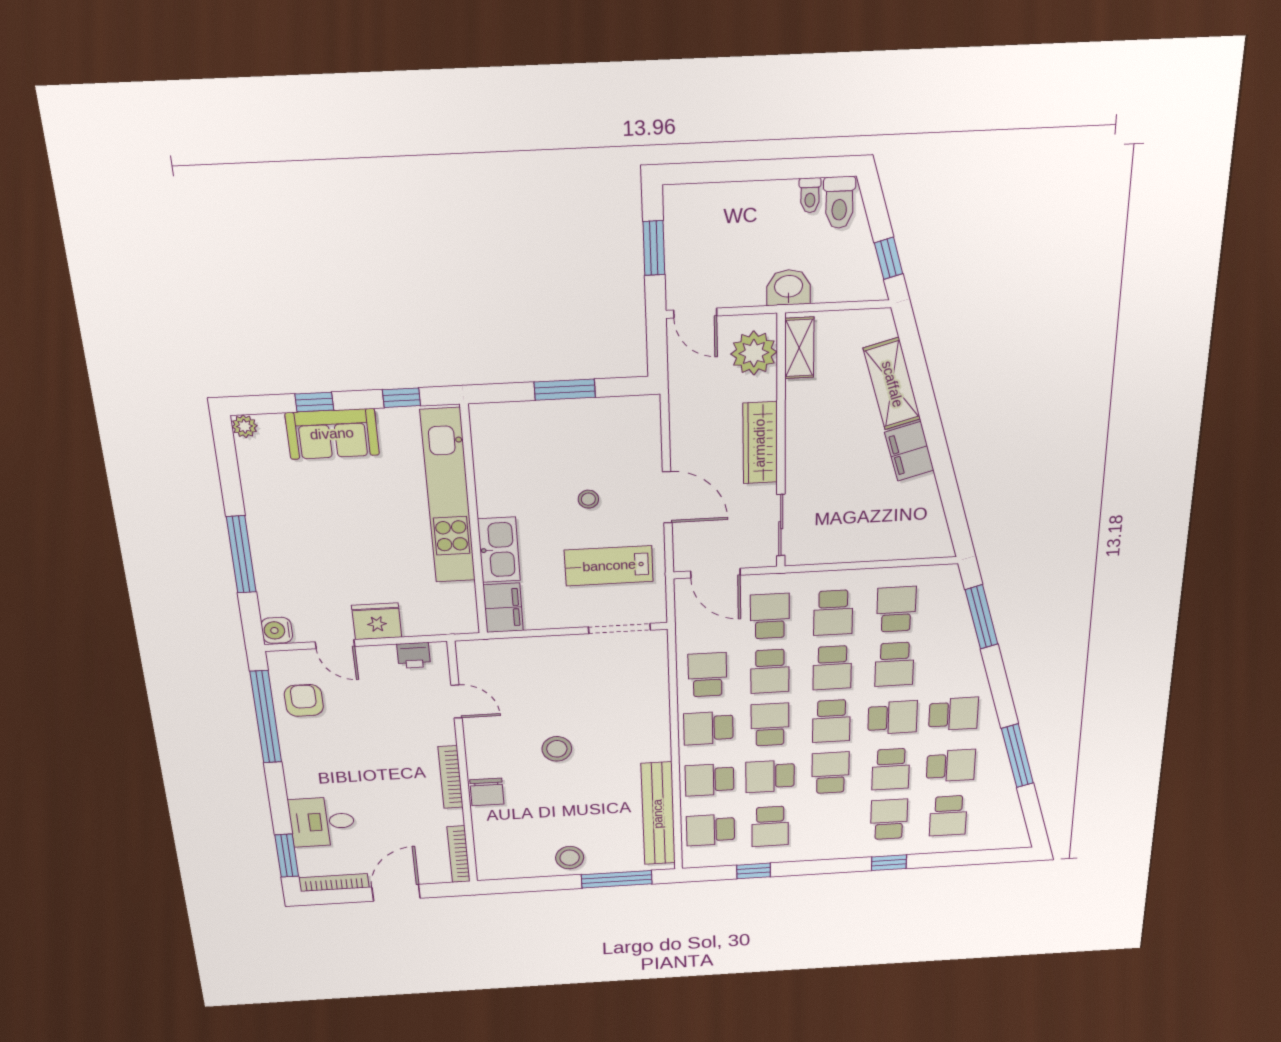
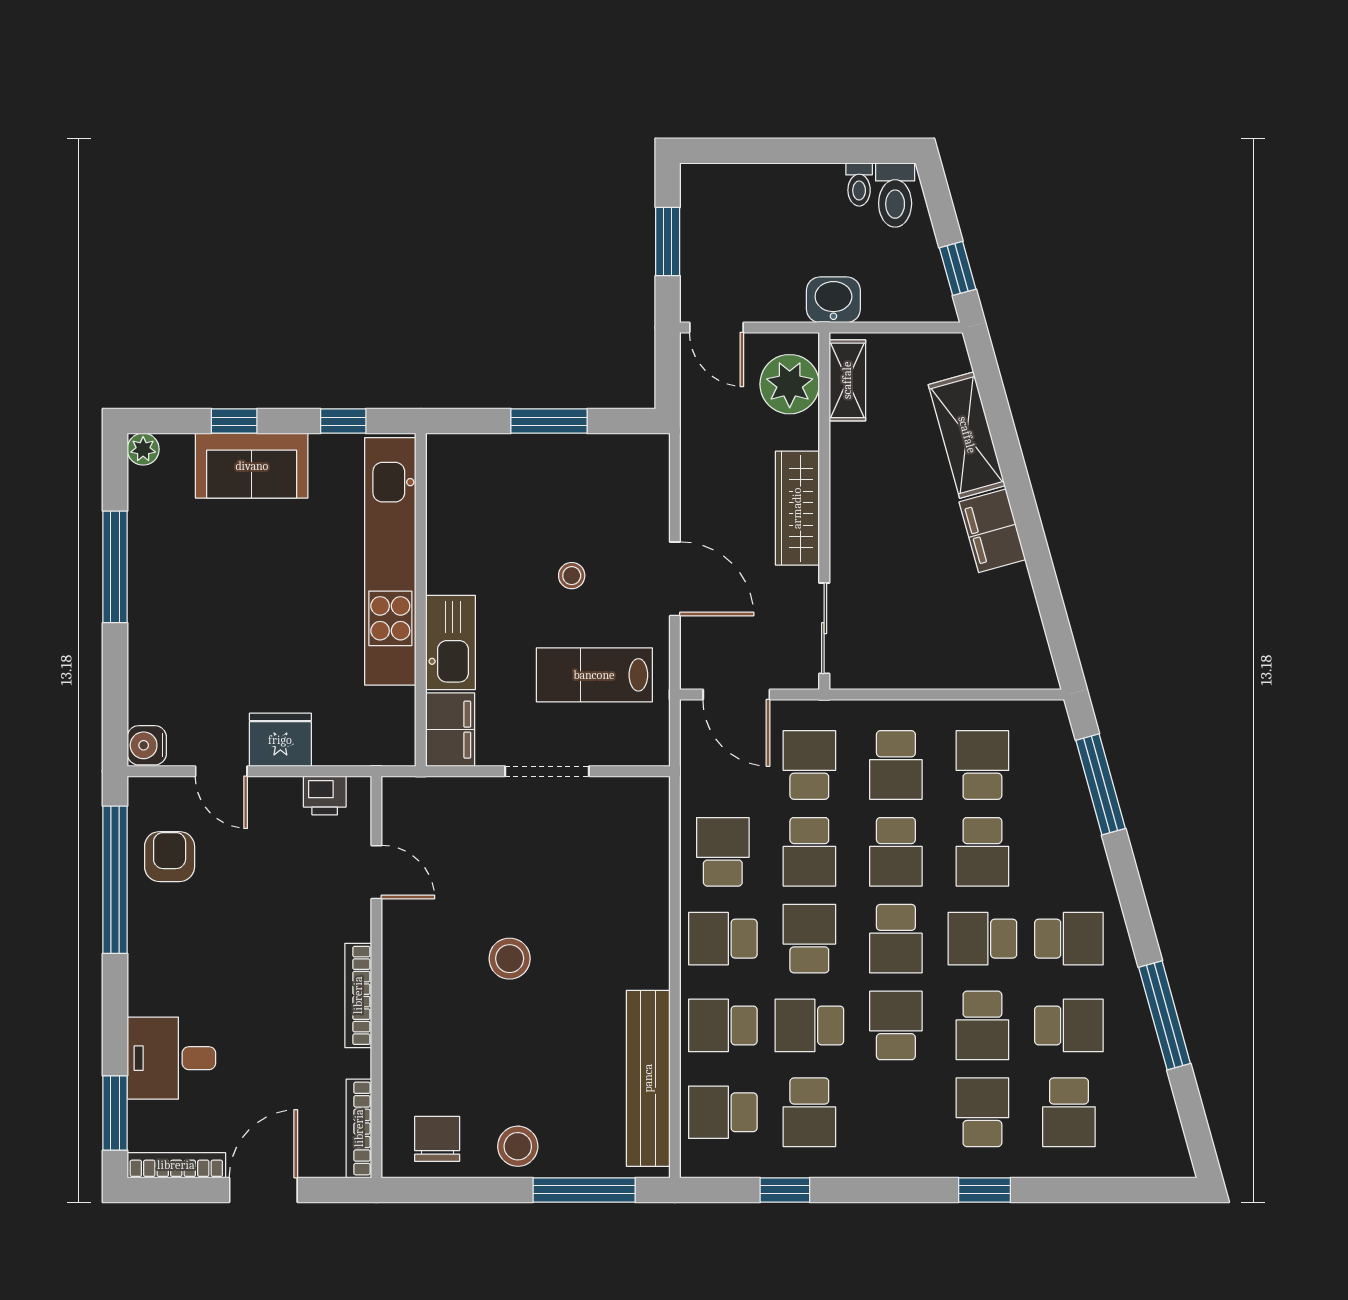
window: (241, 554) -> (115, 567), moved
doorway: (619, 628) -> (547, 771), moved
school desk: (893, 718) -> (982, 939), turned 180
chair: (487, 792) -> (437, 1139), moved, turned 180

